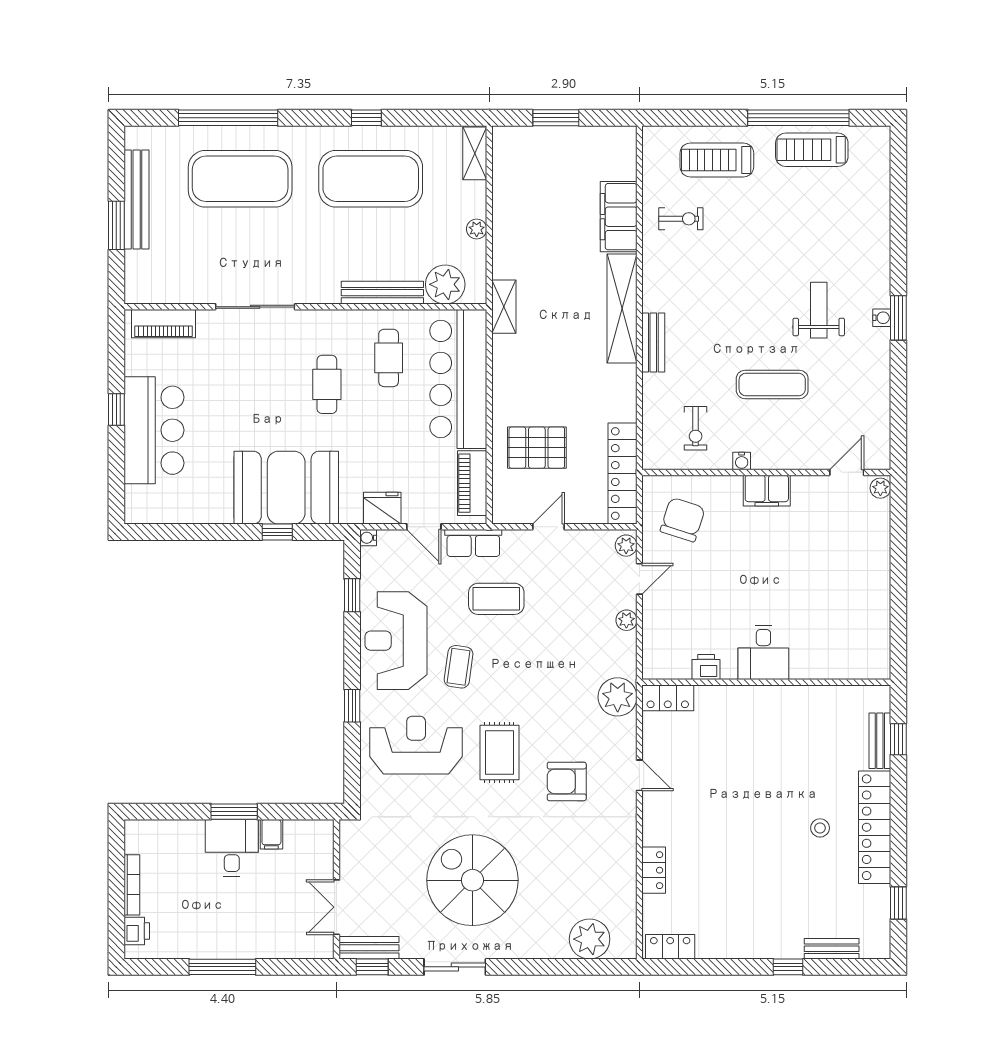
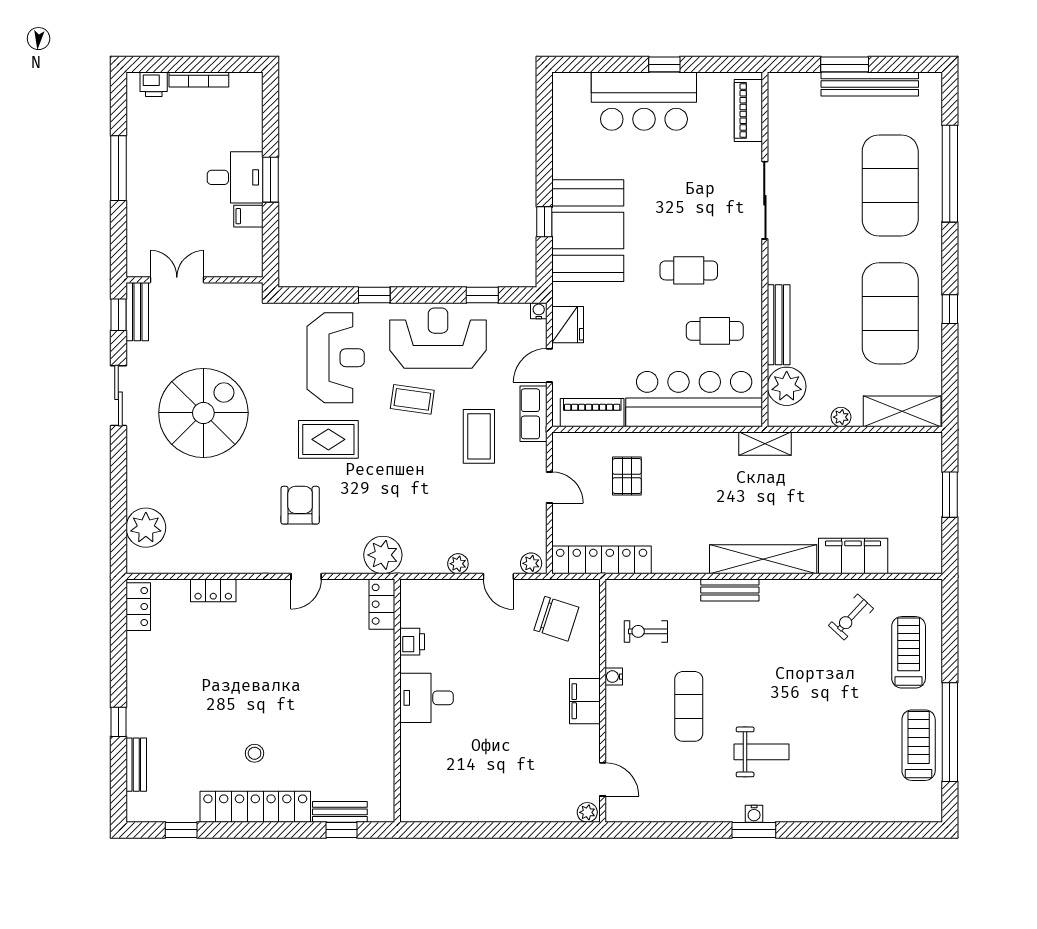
shelving: (475, 153) -> (902, 411), width x1.50, depth x1.33
exercise bike: (681, 219) -> (851, 617), turned 43
pallet: (537, 448) -> (627, 476), width x0.67, depth x0.71

